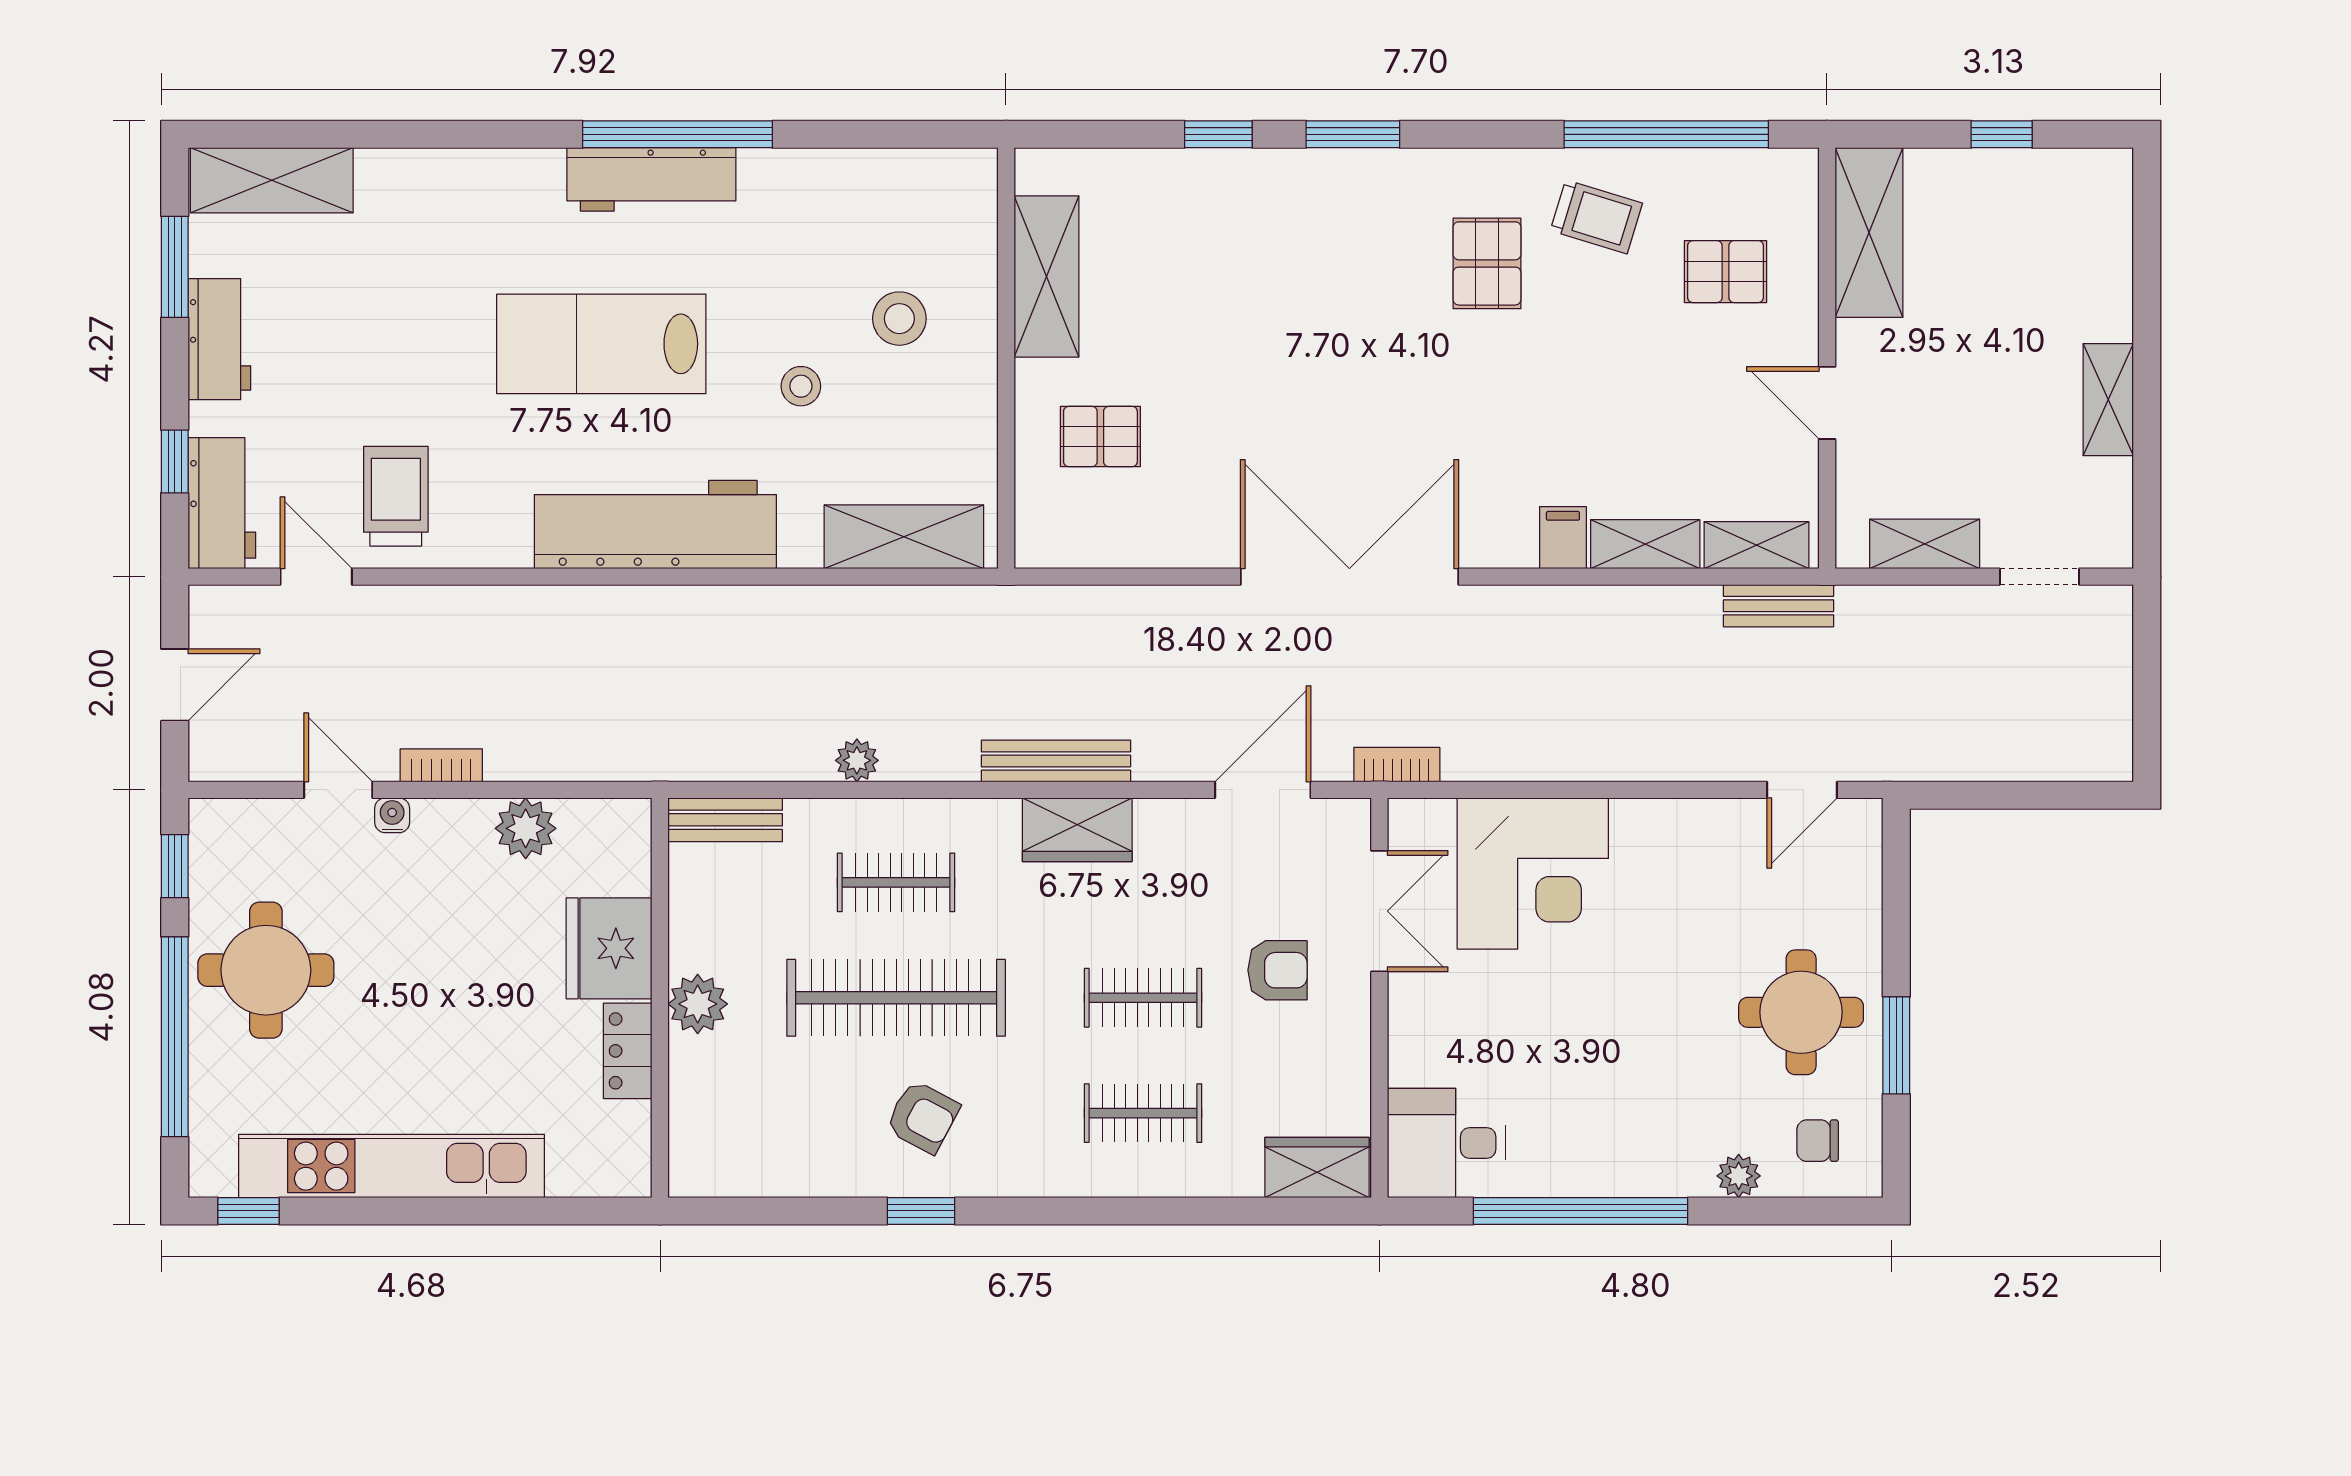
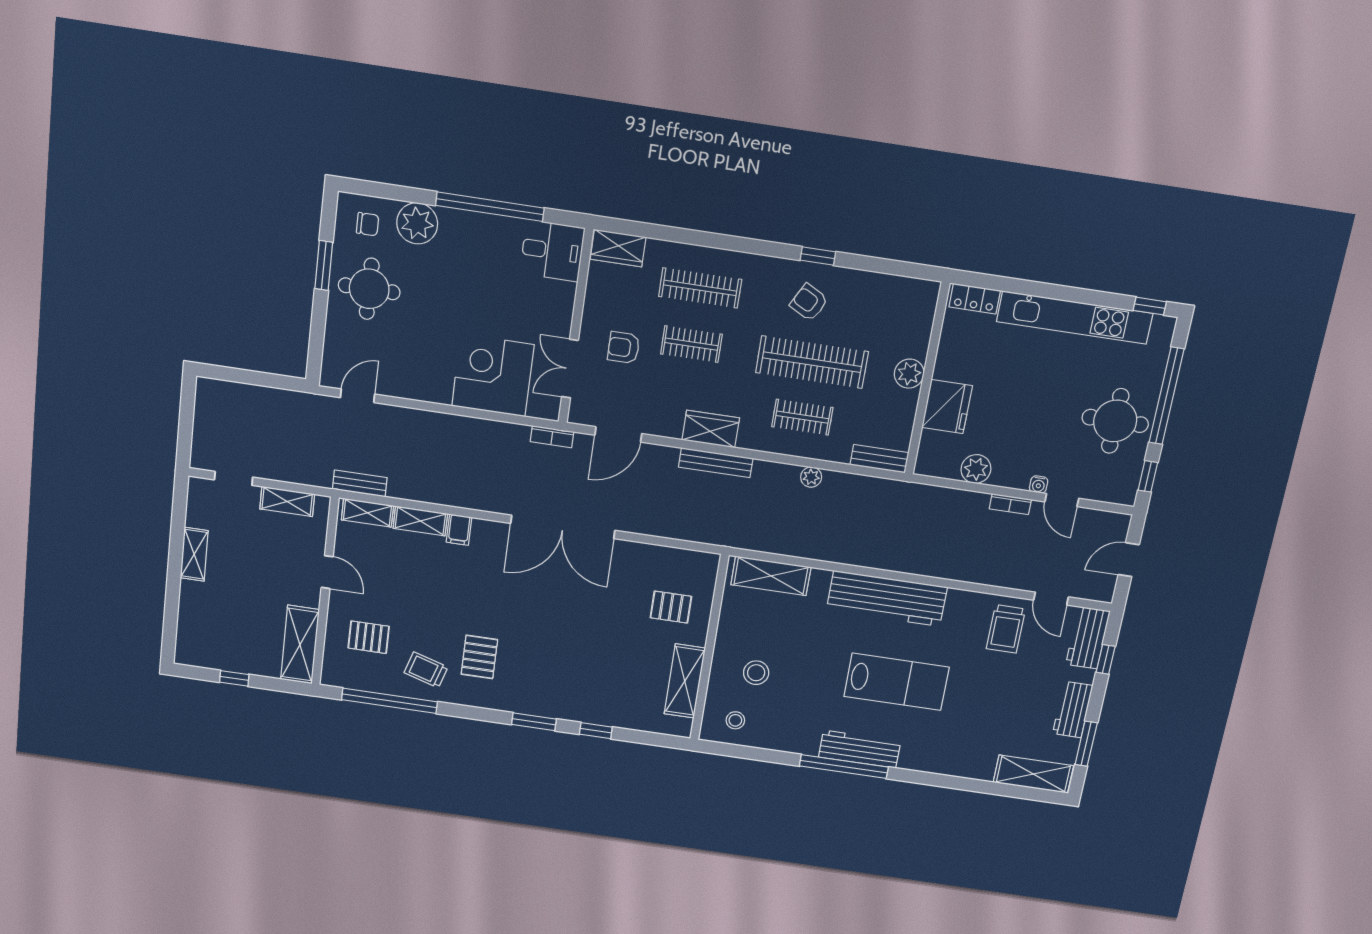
stool: (801, 386) -> (735, 720), moved
locker: (628, 1051) -> (975, 299), moved, turned 90
clothes rail: (1143, 1113) -> (700, 288), width x1.36
plant: (1739, 1176) -> (417, 223), width x1.88, depth x1.88

